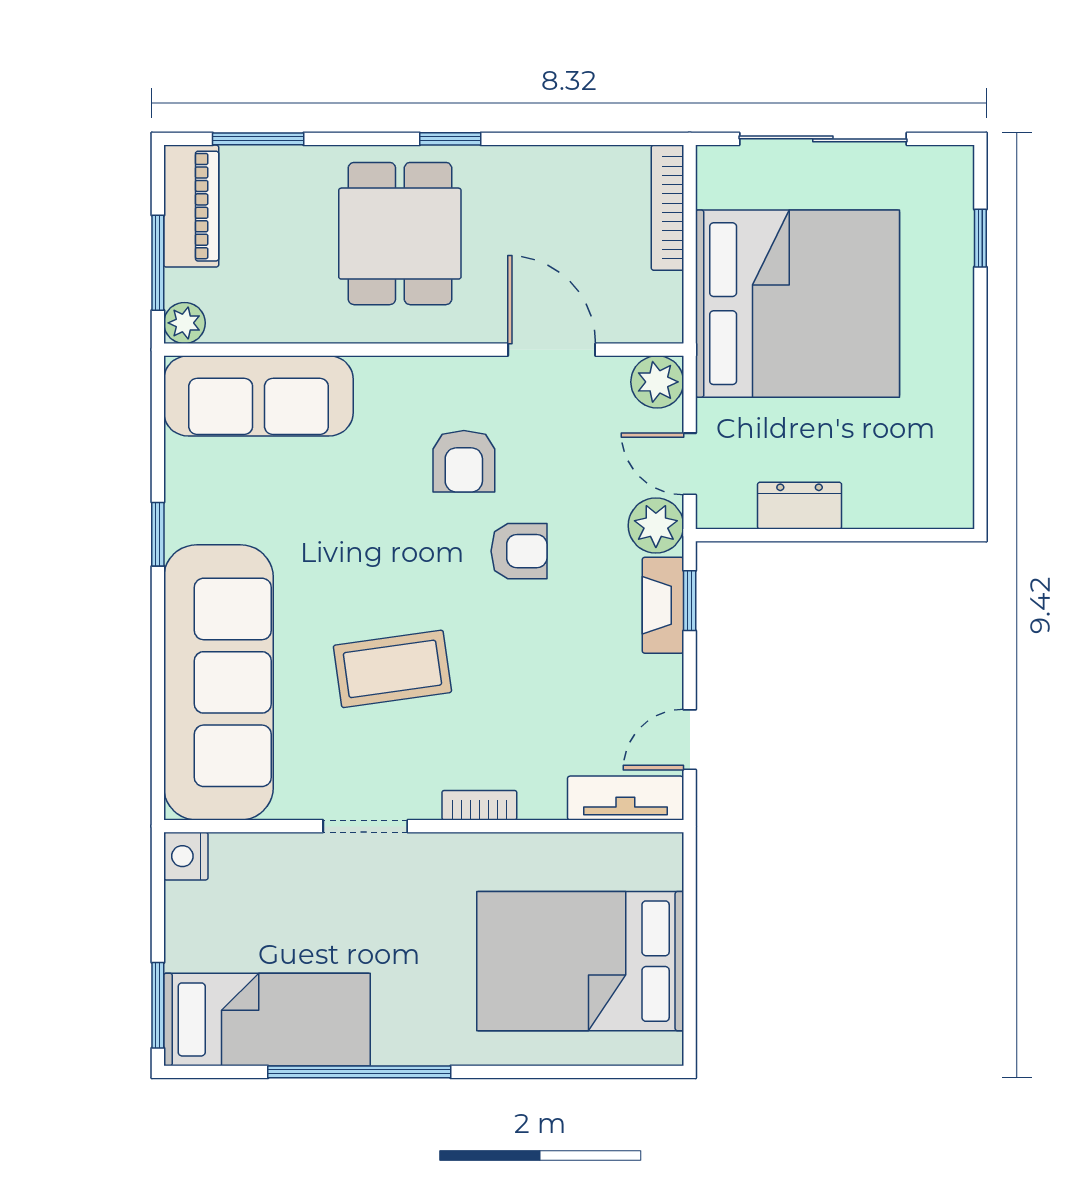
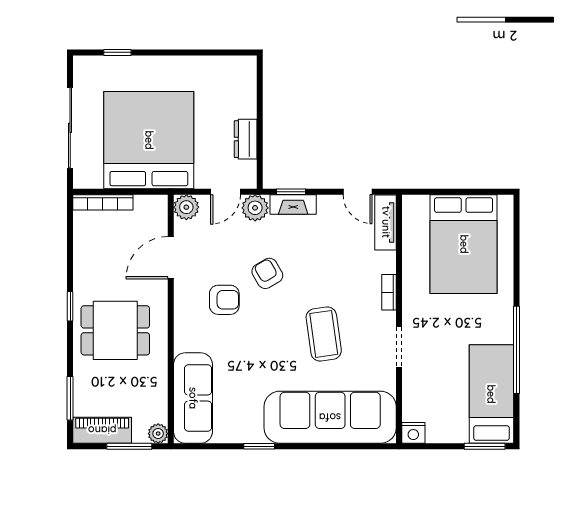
armchair: (519, 551) -> (267, 273), turned -30

